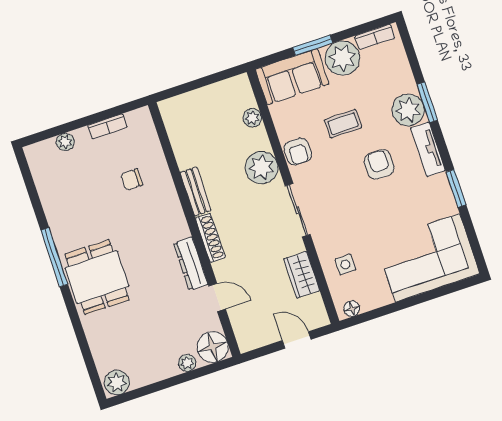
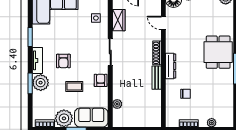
plant: (262, 168) -> (121, 78), removed
dresser: (191, 264) -> (171, 66), moved

